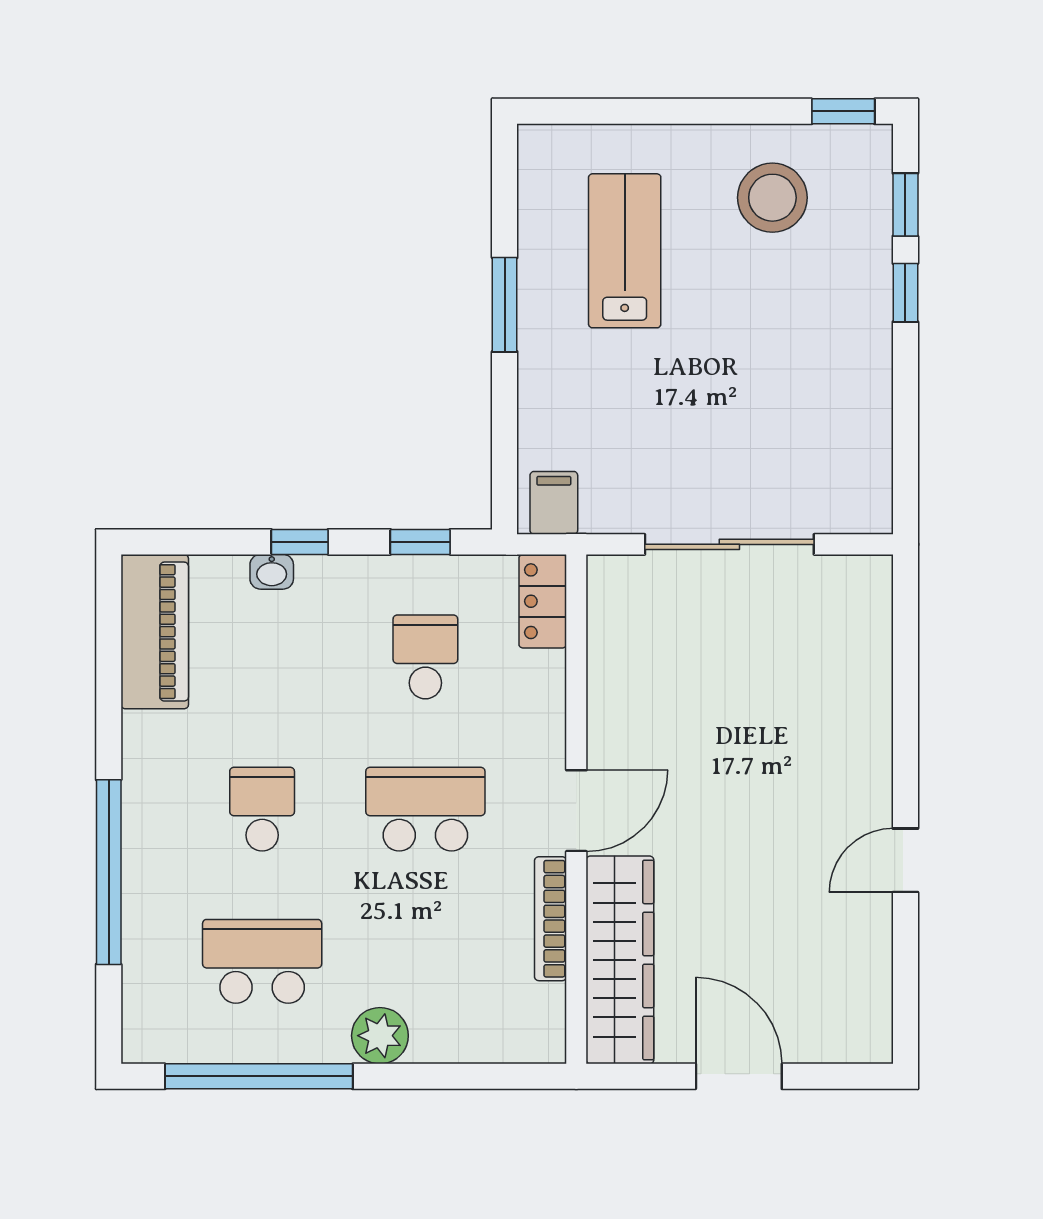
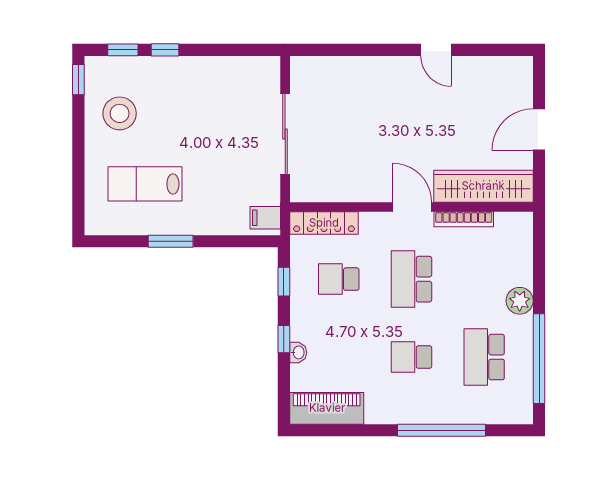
locker: (543, 601) -> (324, 223), width x1.53

